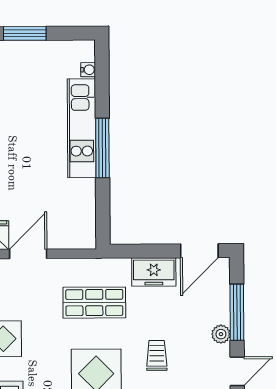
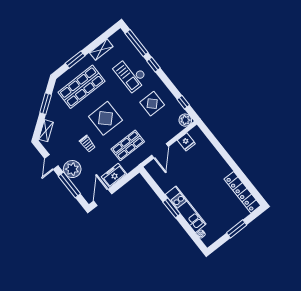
window: (102, 148) -> (172, 208), width x0.69
door: (28, 254) -> (160, 151), moved
plant: (221, 334) -> (72, 169), width x1.87, depth x1.87

